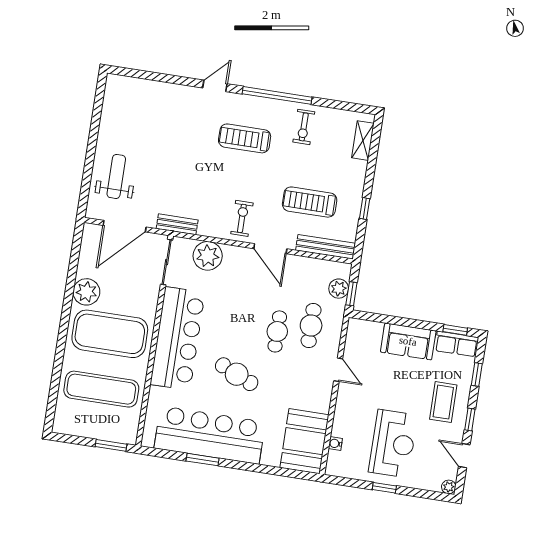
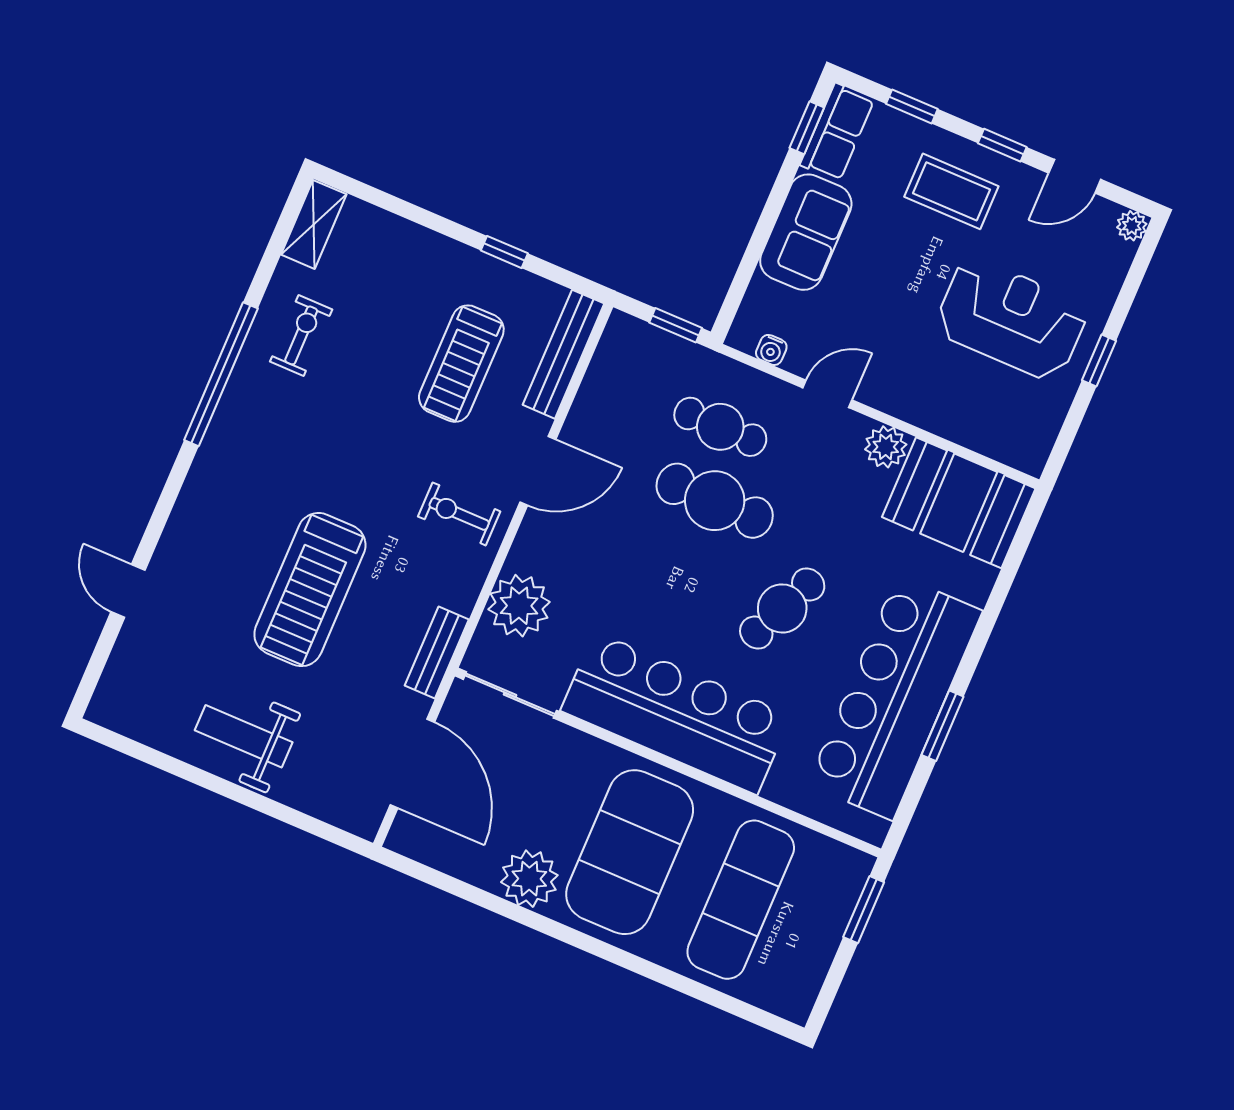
door: (215, 86) -> (128, 591), moved
exercise bike: (304, 127) -> (301, 335), turned -90
treadmill: (245, 138) -> (310, 590), moved, width x1.37, depth x1.38
shelving: (363, 141) -> (314, 224), moved, turned 90
weight bench: (116, 176) -> (244, 736), moved
plant: (339, 289) -> (886, 447), moved
cafe table: (277, 331) -> (715, 501), width x1.37, depth x1.35
water cooler: (335, 443) -> (771, 350), moved

